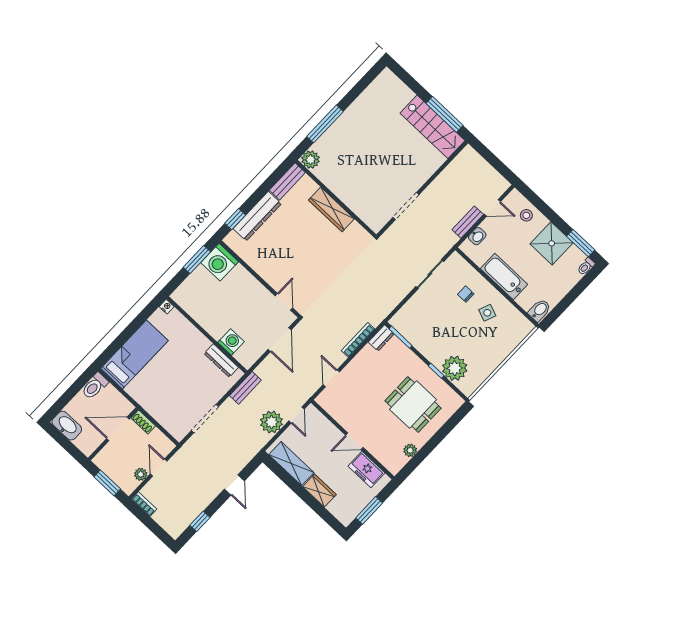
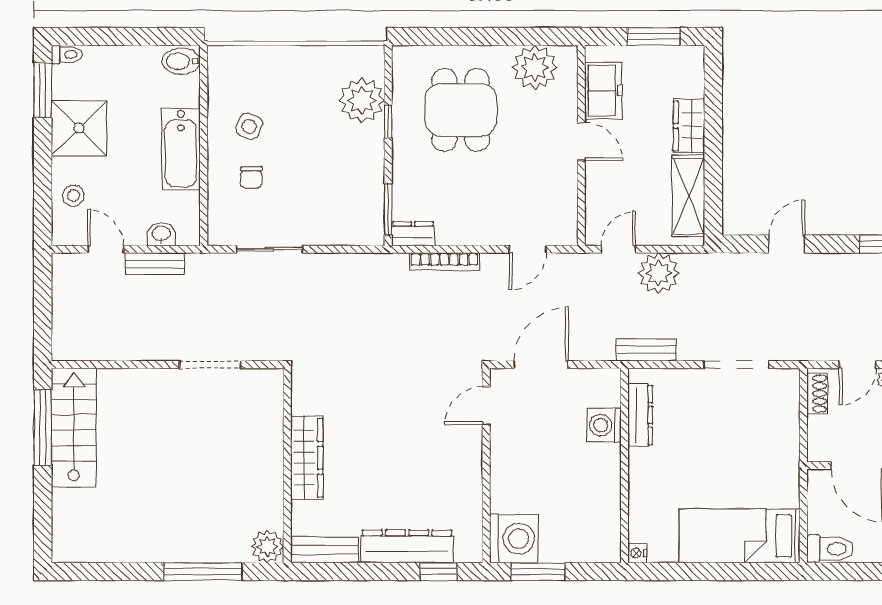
shoe rack: (143, 422) -> (817, 394), moved
plant: (410, 450) -> (535, 67), width x1.88, depth x1.88

